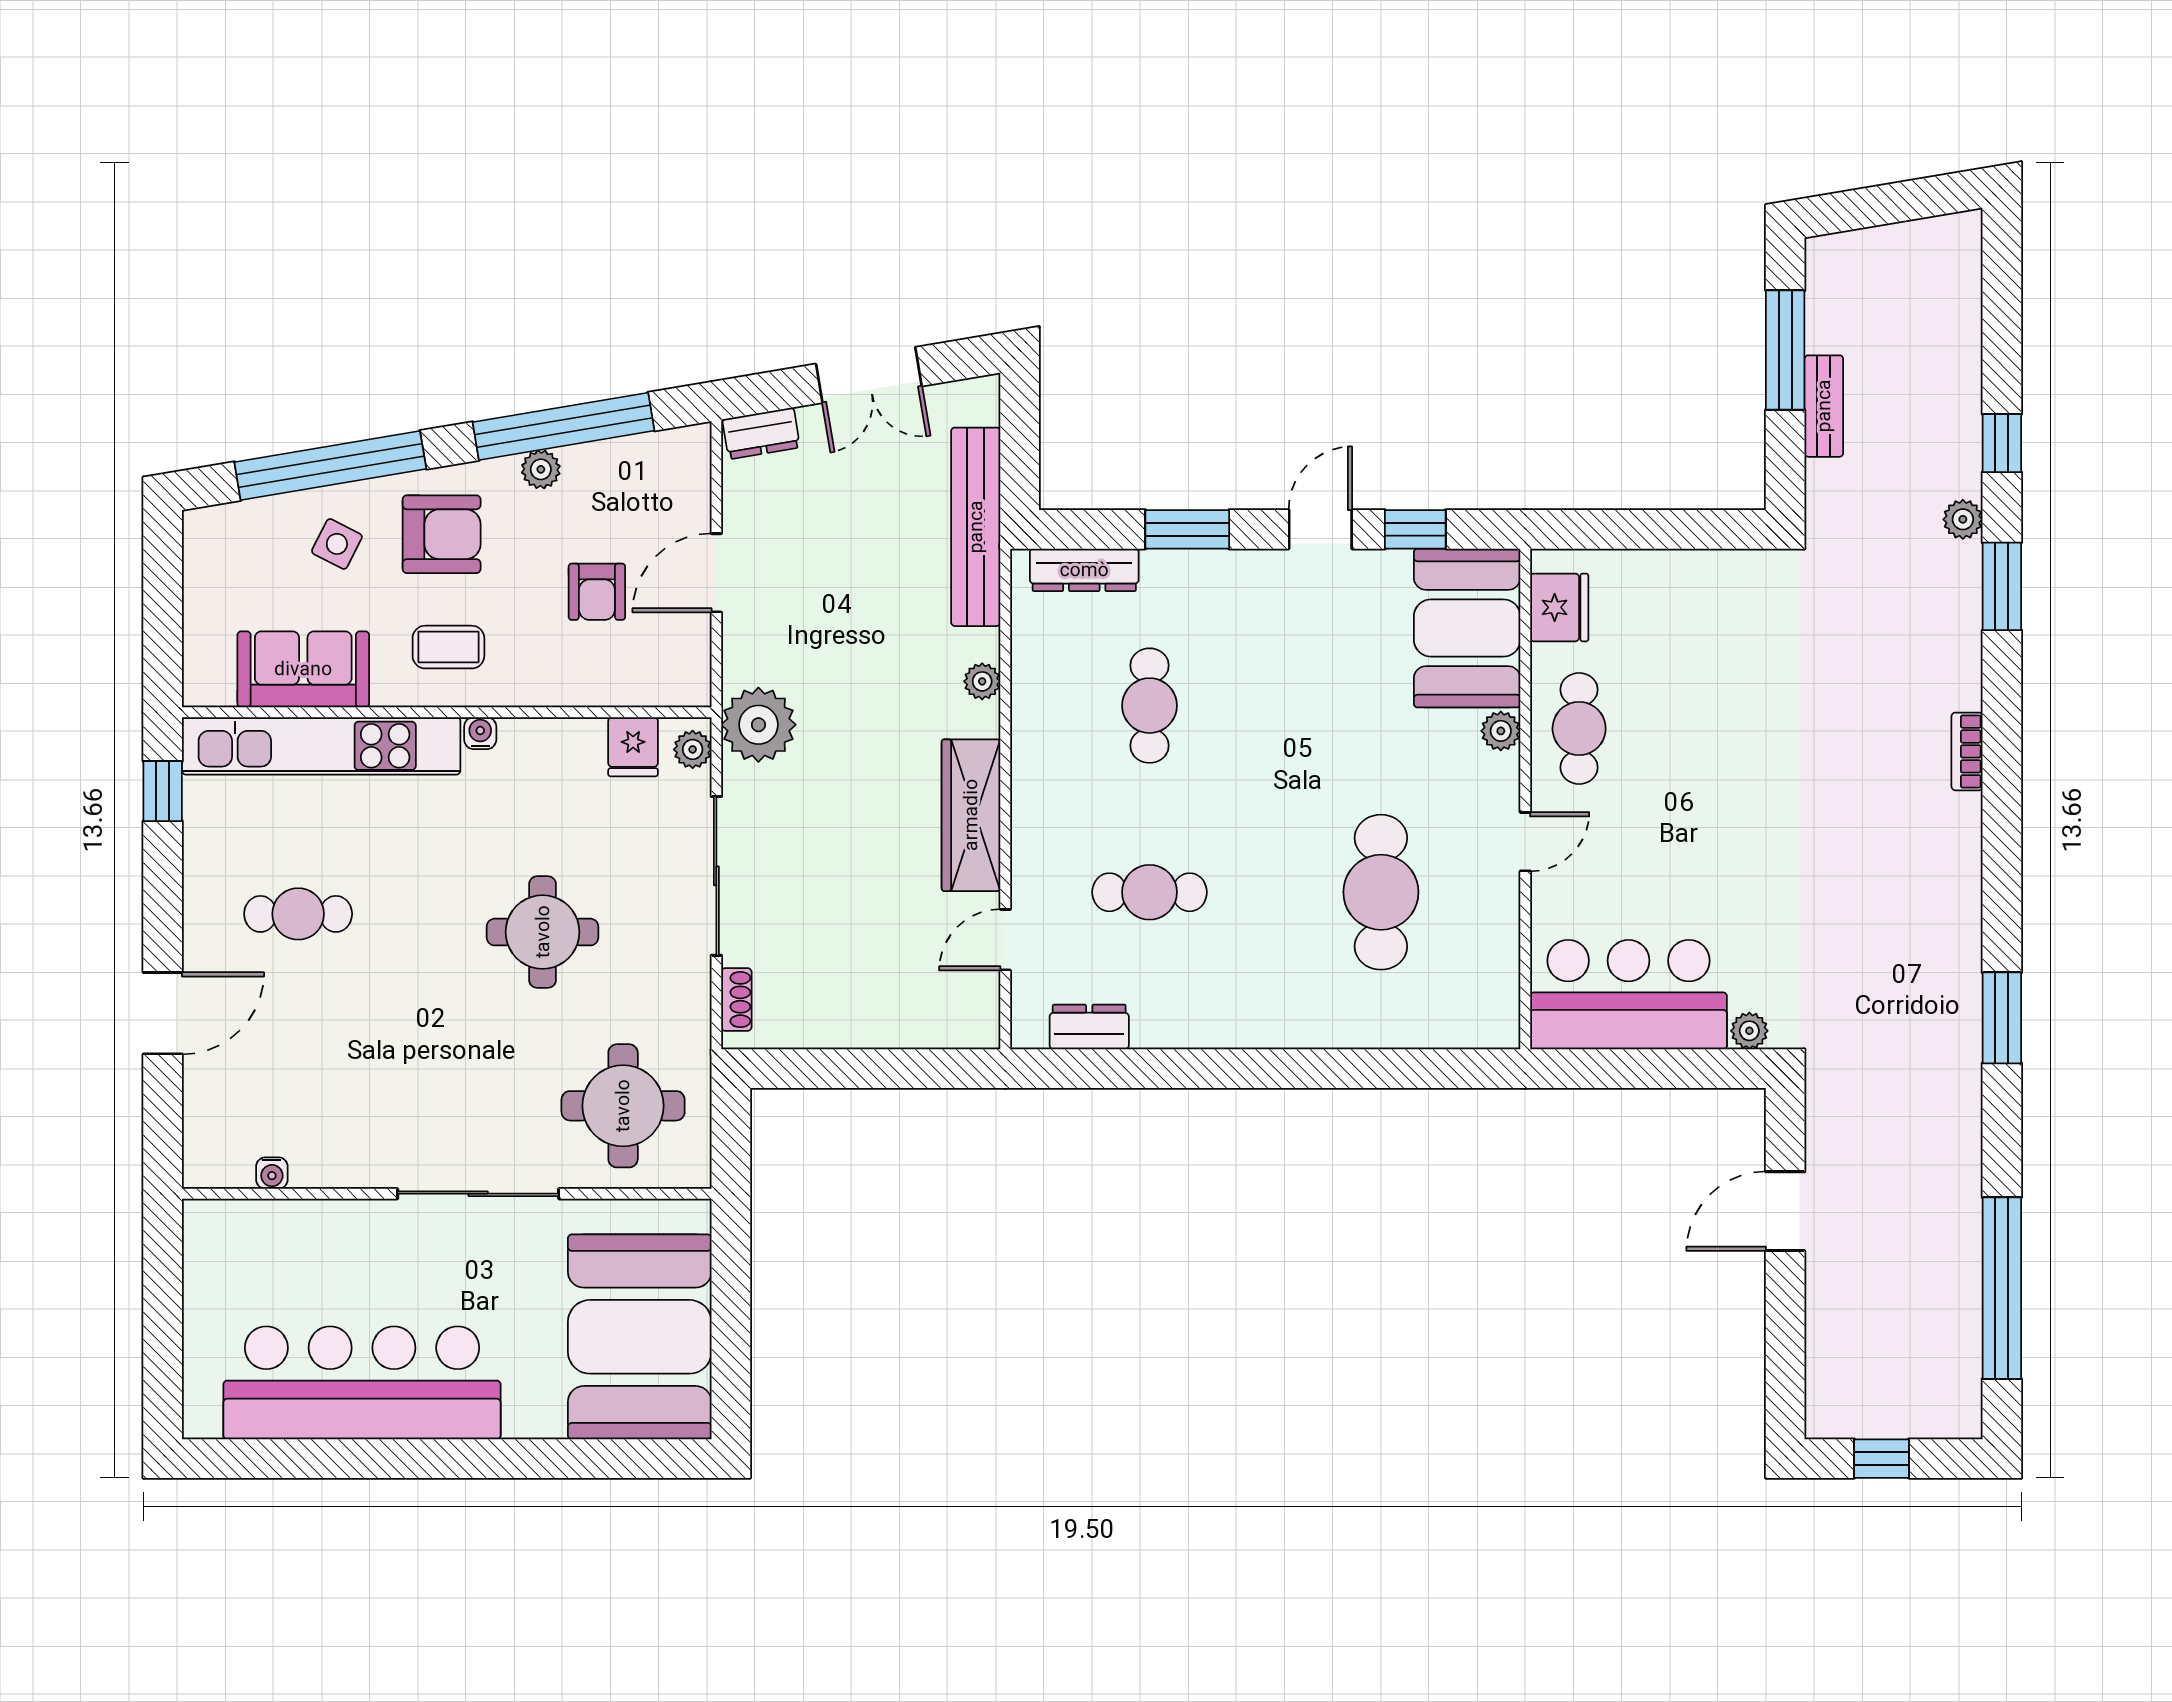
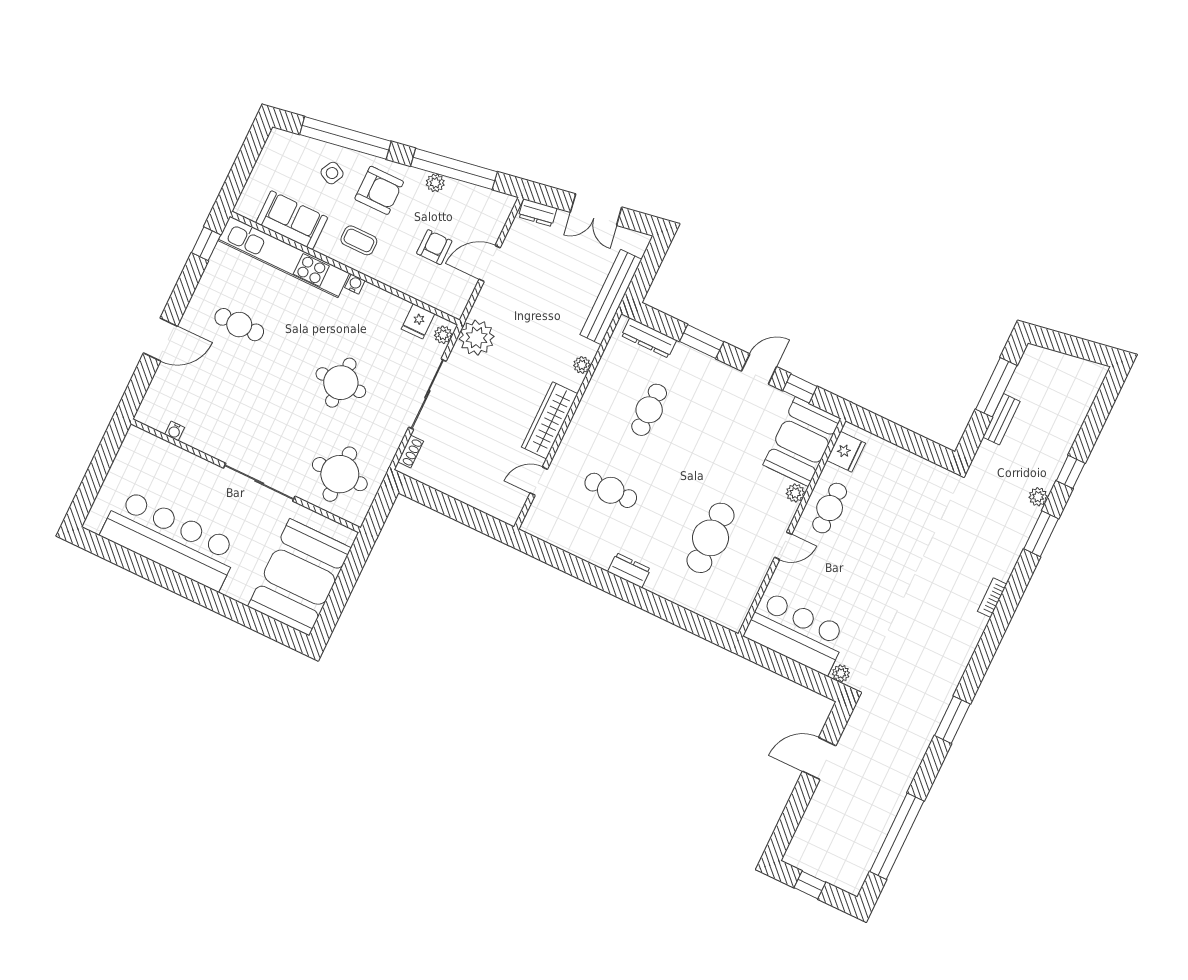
armchair: (597, 592) -> (434, 247), turned 180
dresser: (1089, 1027) -> (629, 570), moved

